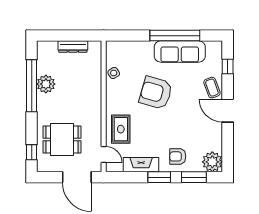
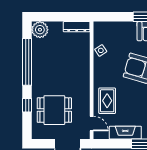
dresser: (73, 47) -> (77, 27), moved
plant: (46, 84) -> (40, 30), moved
window: (32, 152) -> (27, 105), moved

